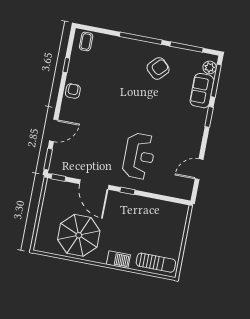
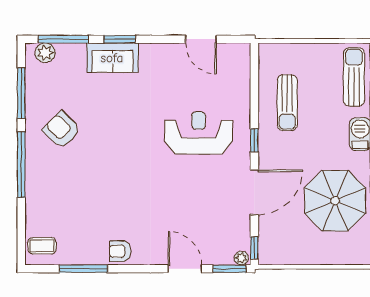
window: (66, 65) -> (83, 269), width x2.17
sofa: (202, 91) -> (112, 58), moved
plant: (54, 168) -> (241, 258), added
sun lounger: (148, 217) -> (287, 103), added

